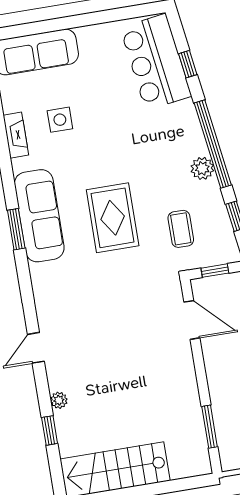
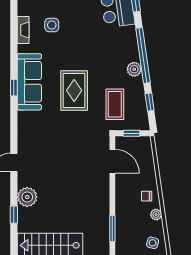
window: (16, 229) -> (14, 88), width x0.67
coffee table: (181, 229) -> (115, 104), width x1.36, depth x1.30
plant: (59, 400) -> (27, 197), width x1.88, depth x1.88

